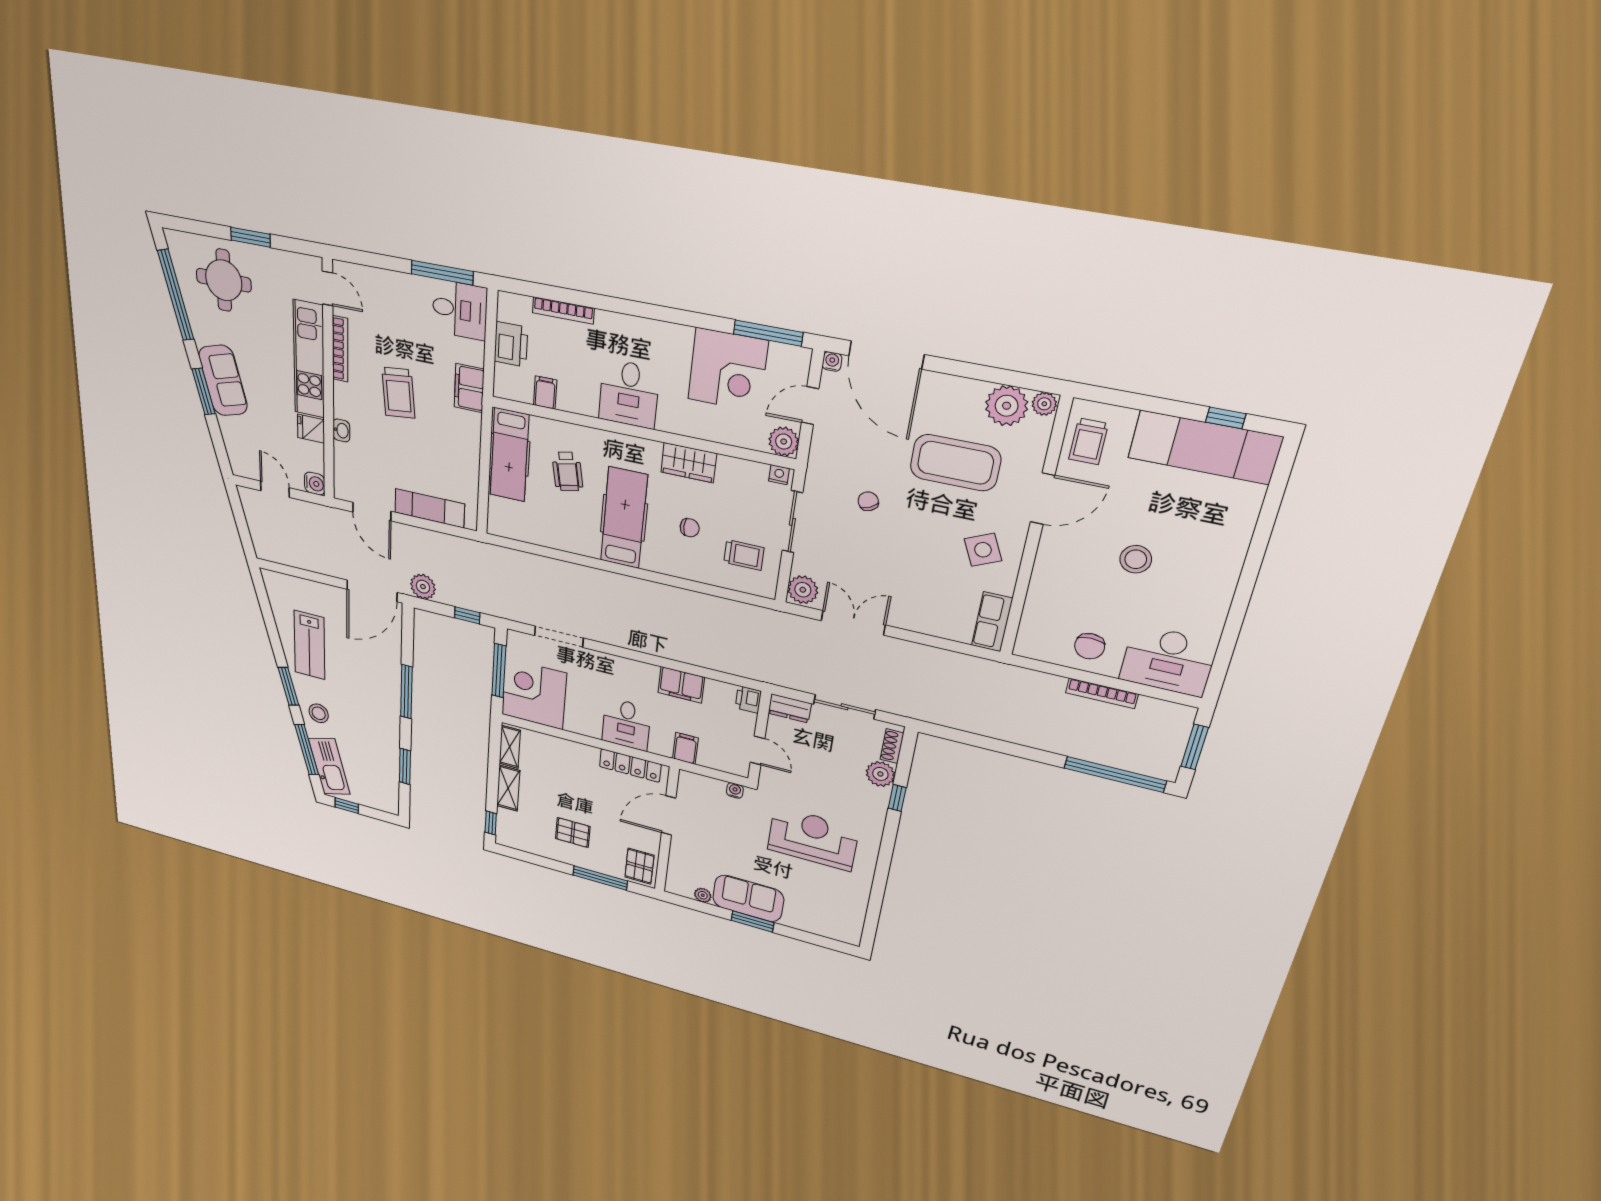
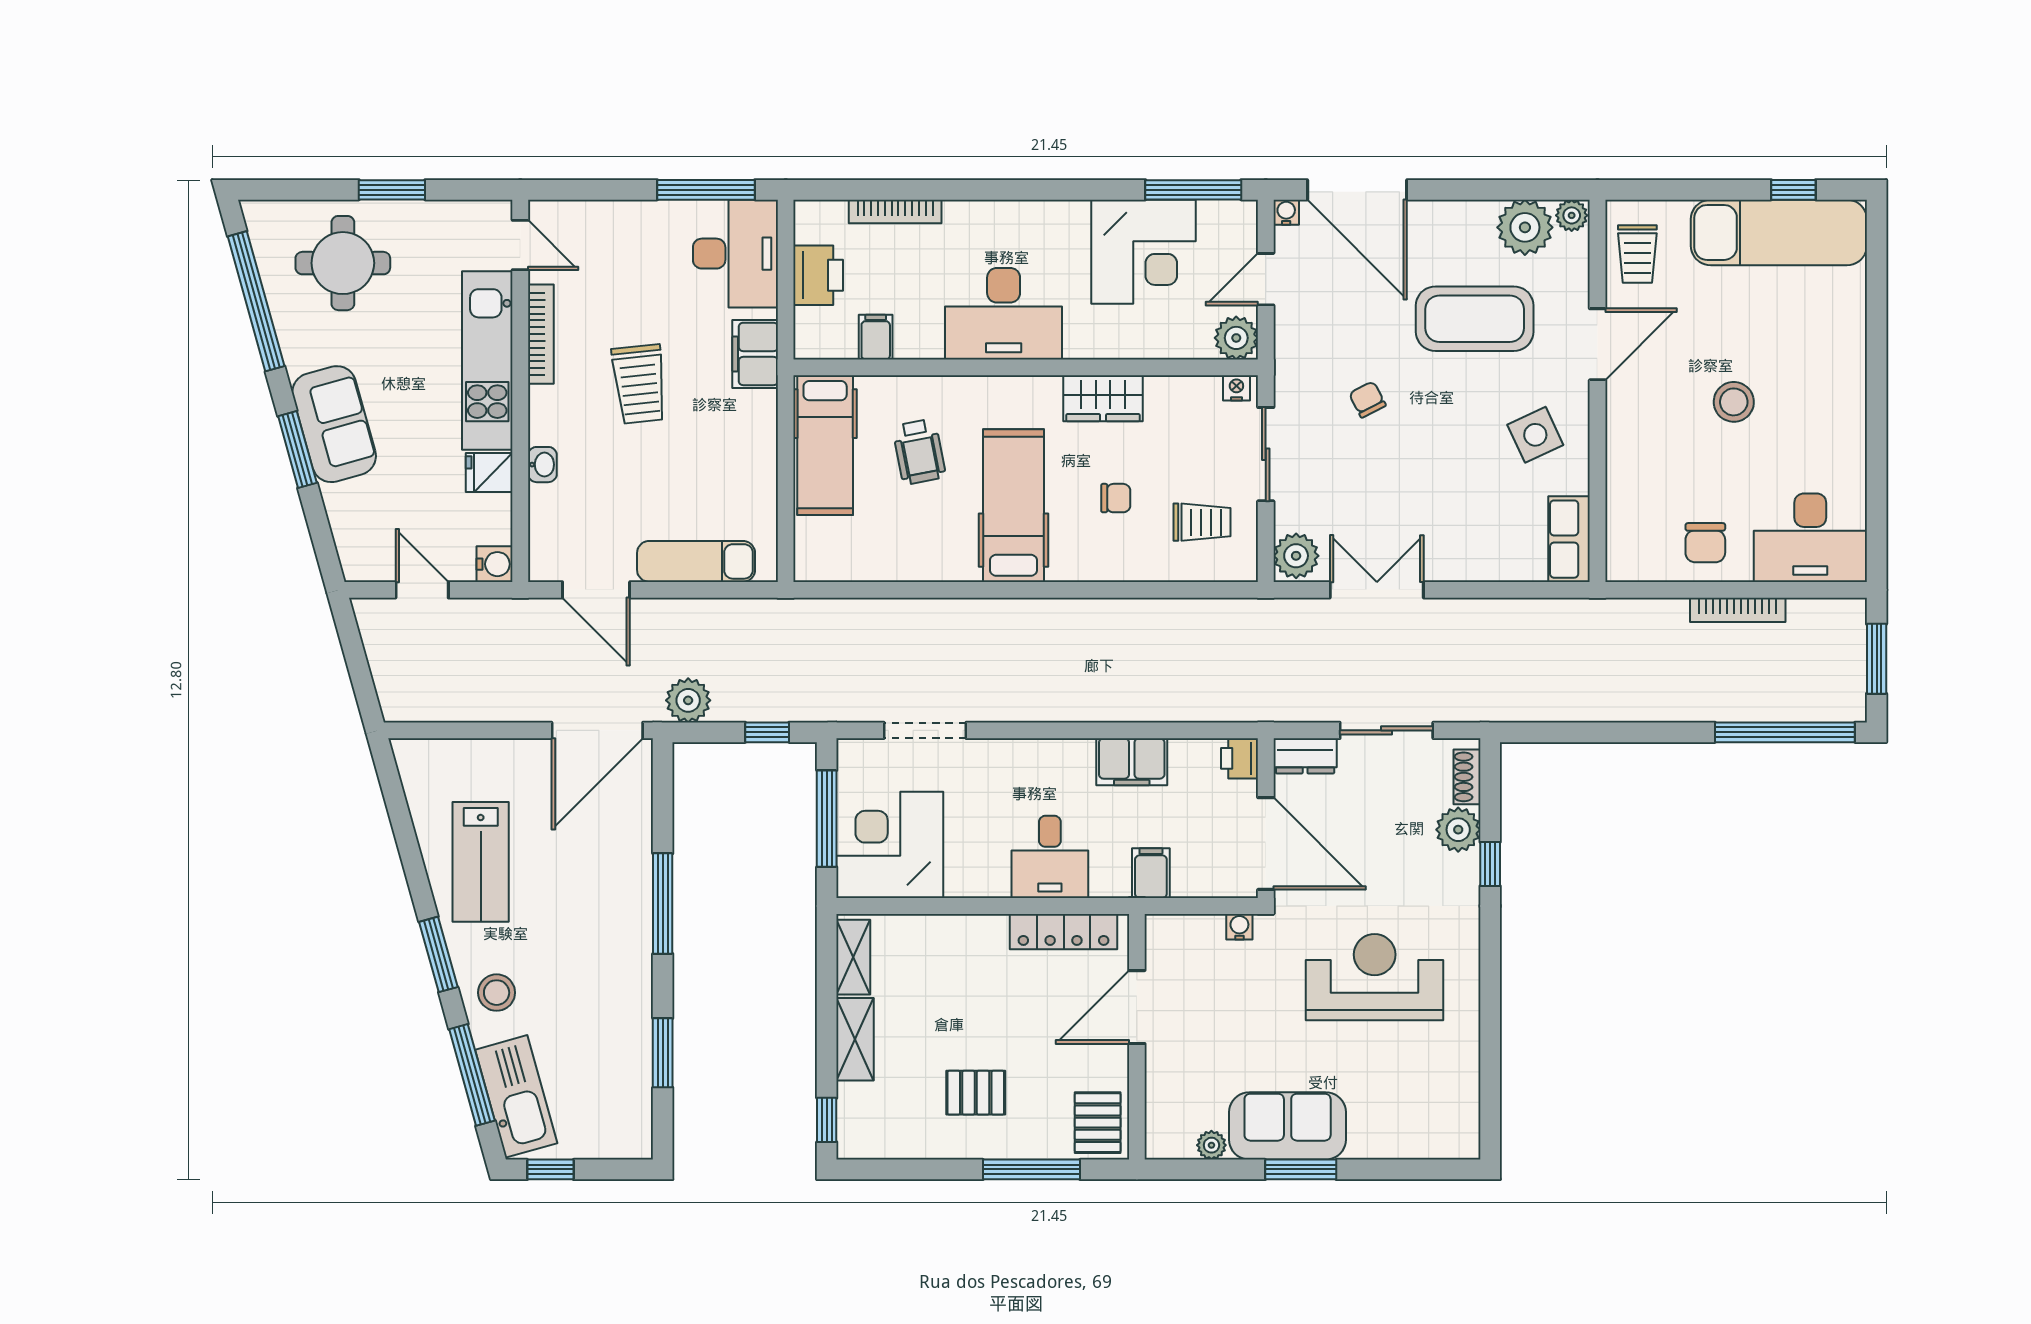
desk: (460, 310) -> (735, 254), width x1.37
desk: (629, 394) -> (1004, 314), width x1.37
door: (757, 750) -> (1266, 844), width x1.88

